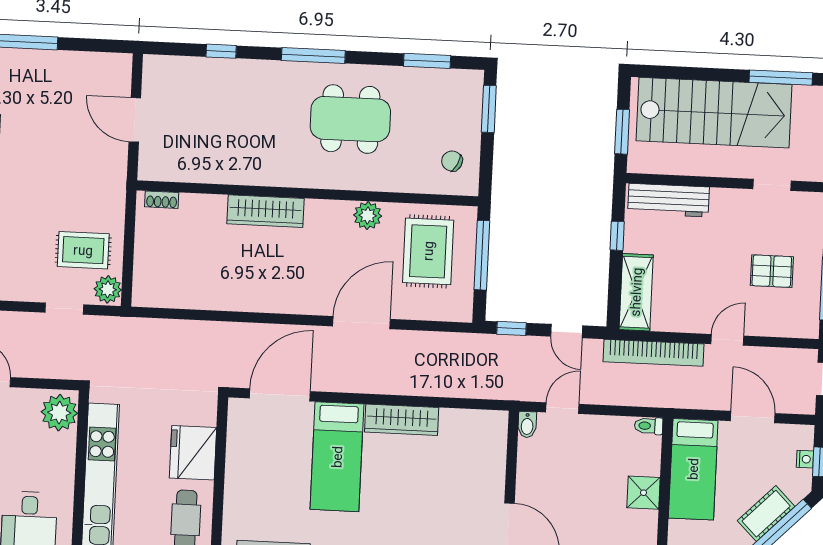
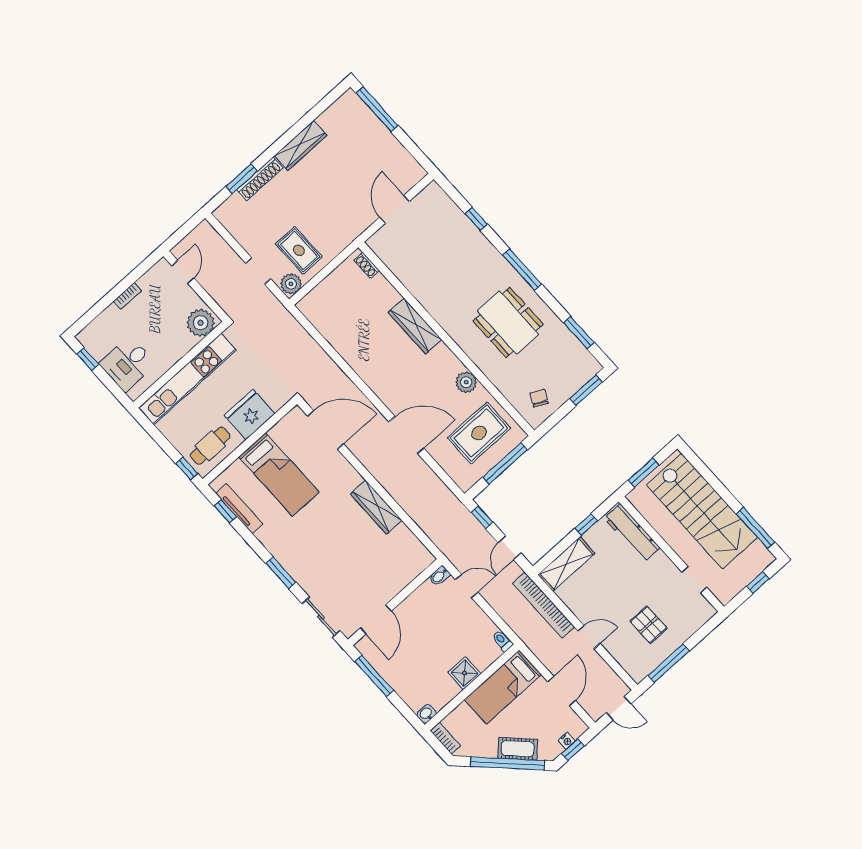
bed: (337, 457) -> (279, 474), moved, turned -90

